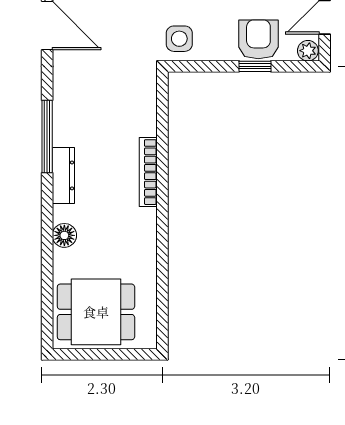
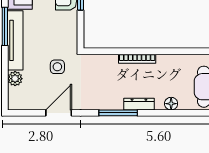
side table: (179, 39) -> (57, 67), moved

